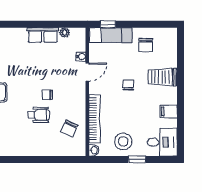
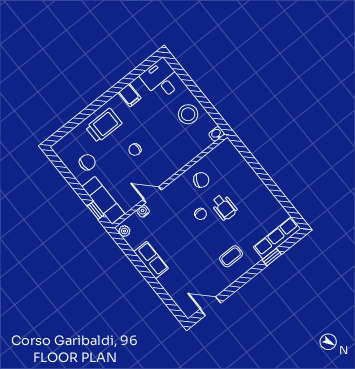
plant: (64, 33) -> (124, 231), moved
trolley: (162, 77) -> (104, 125), turned -90
wheelchair: (39, 115) -> (224, 207), turned 180
bookcase: (94, 119) -> (188, 155), removed
chair: (69, 128) -> (201, 180), moved
window: (137, 159) -> (194, 89), removed

